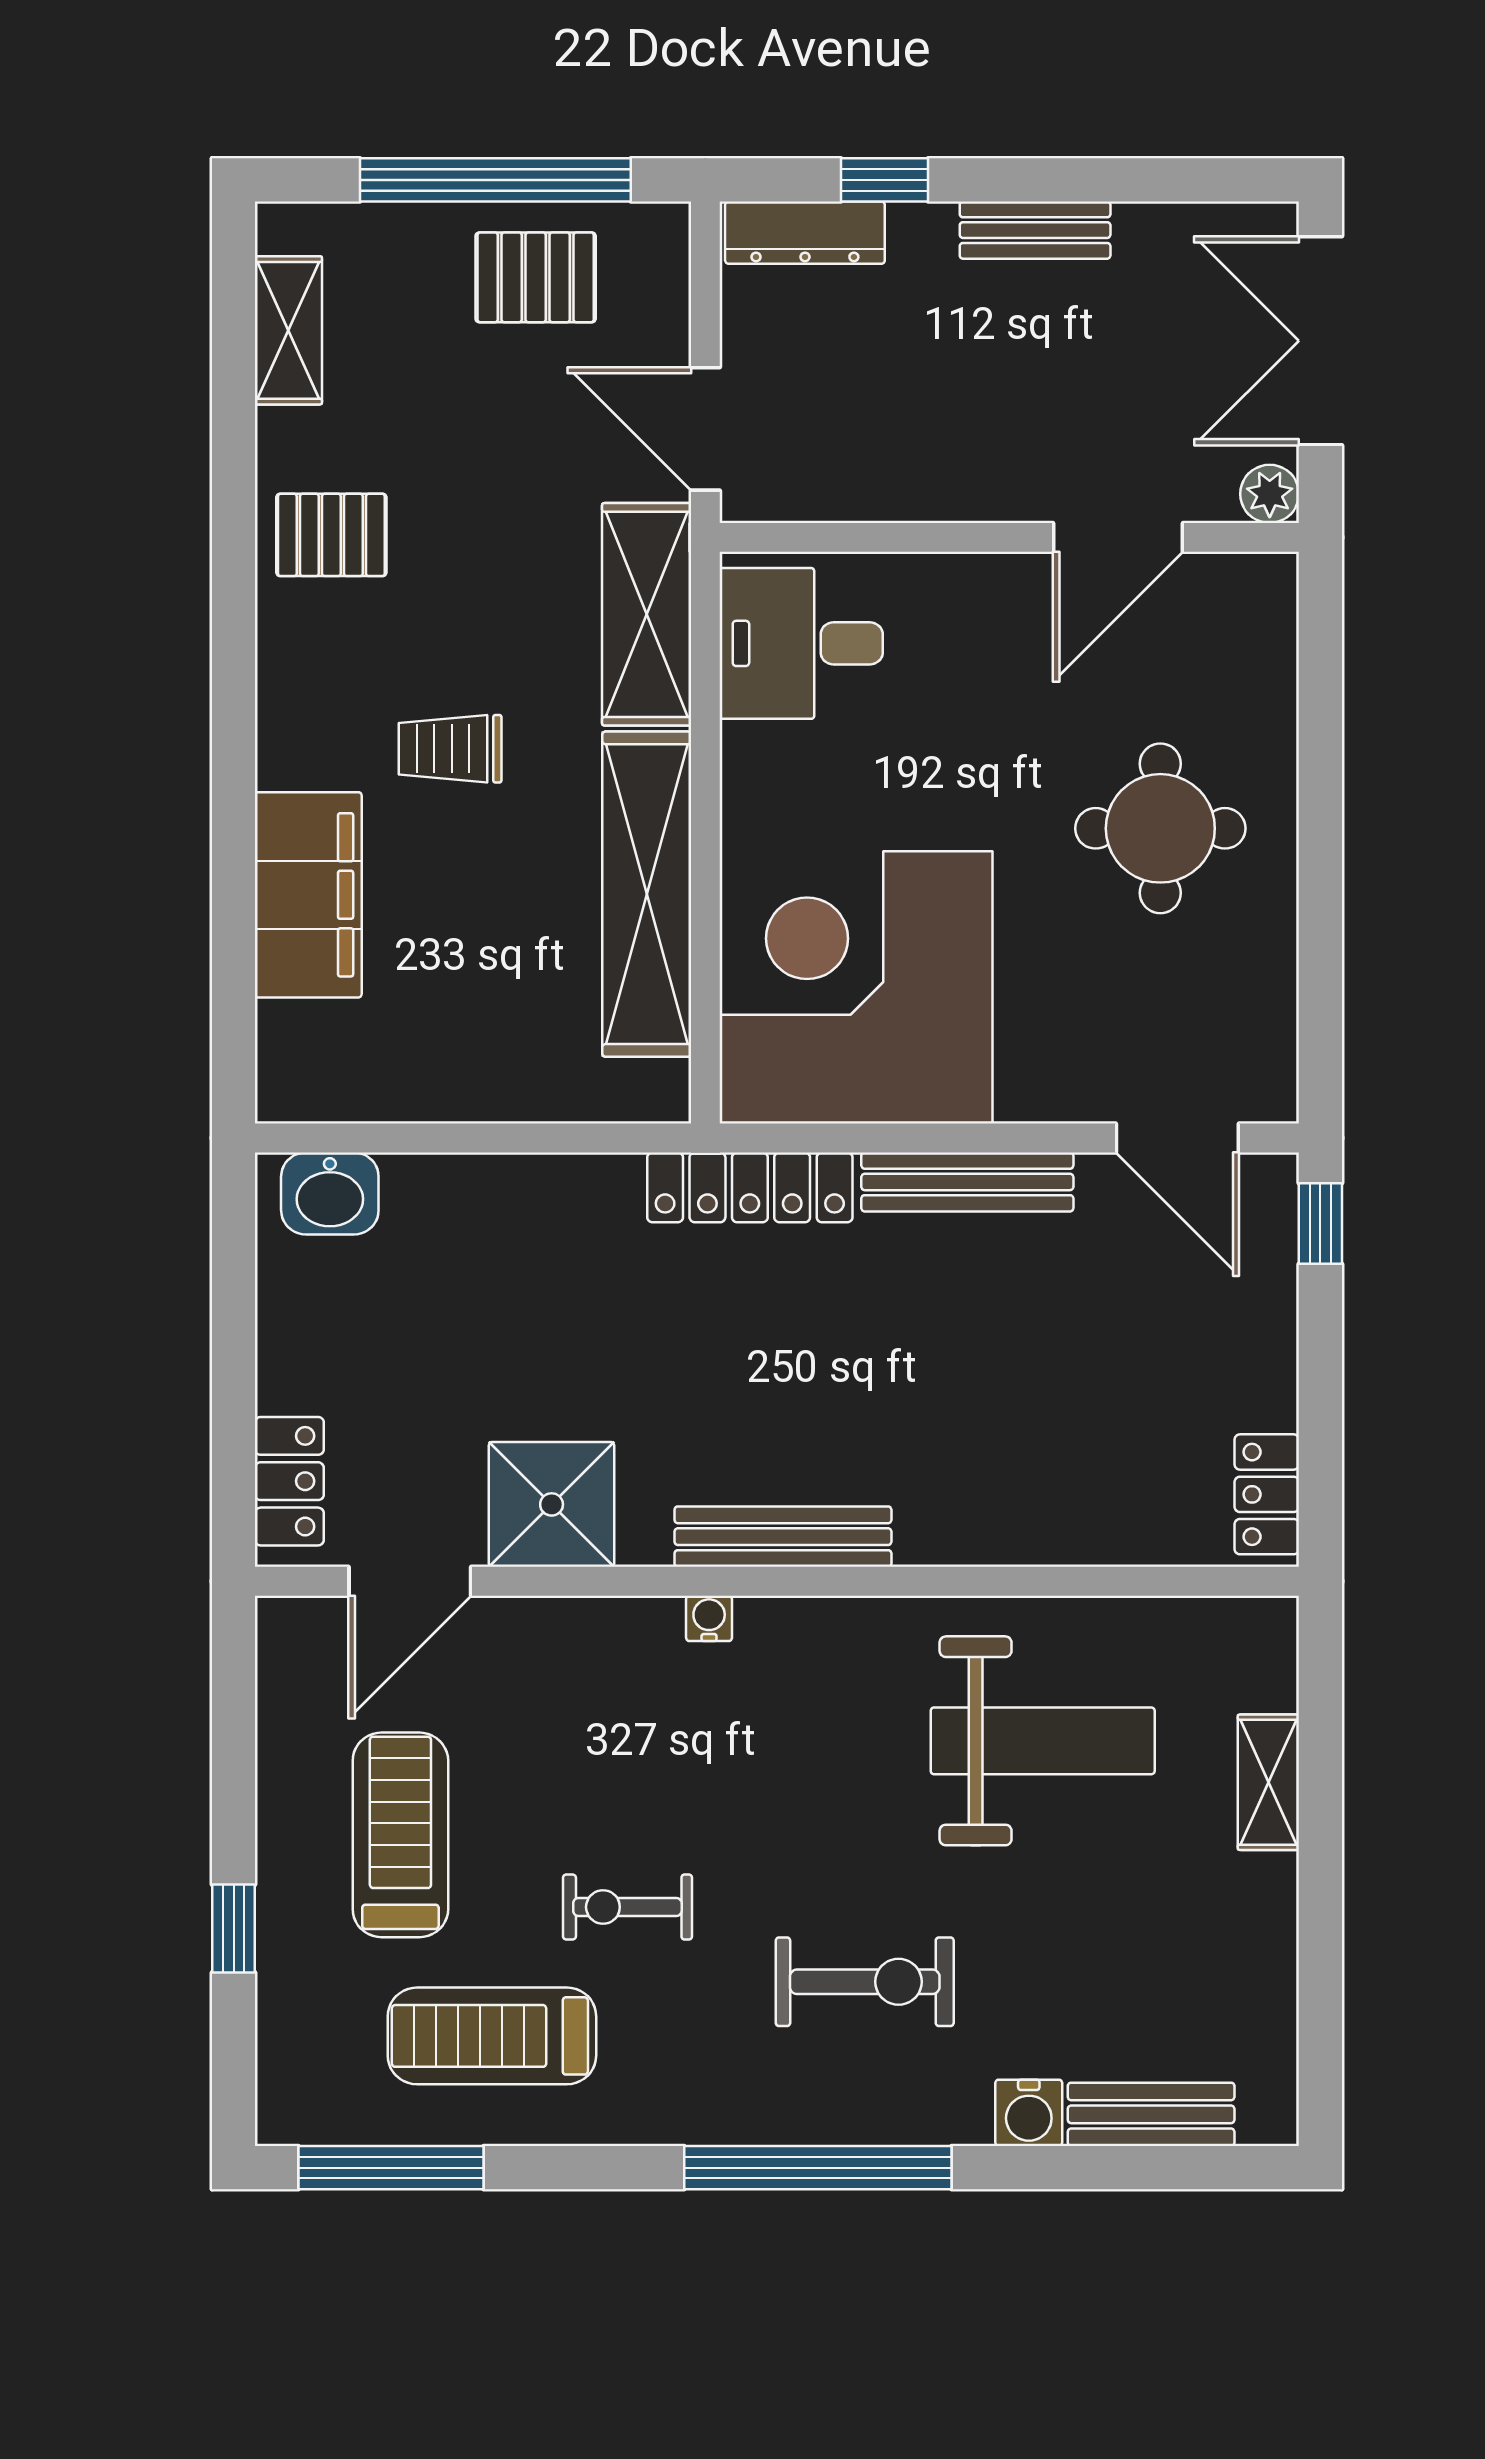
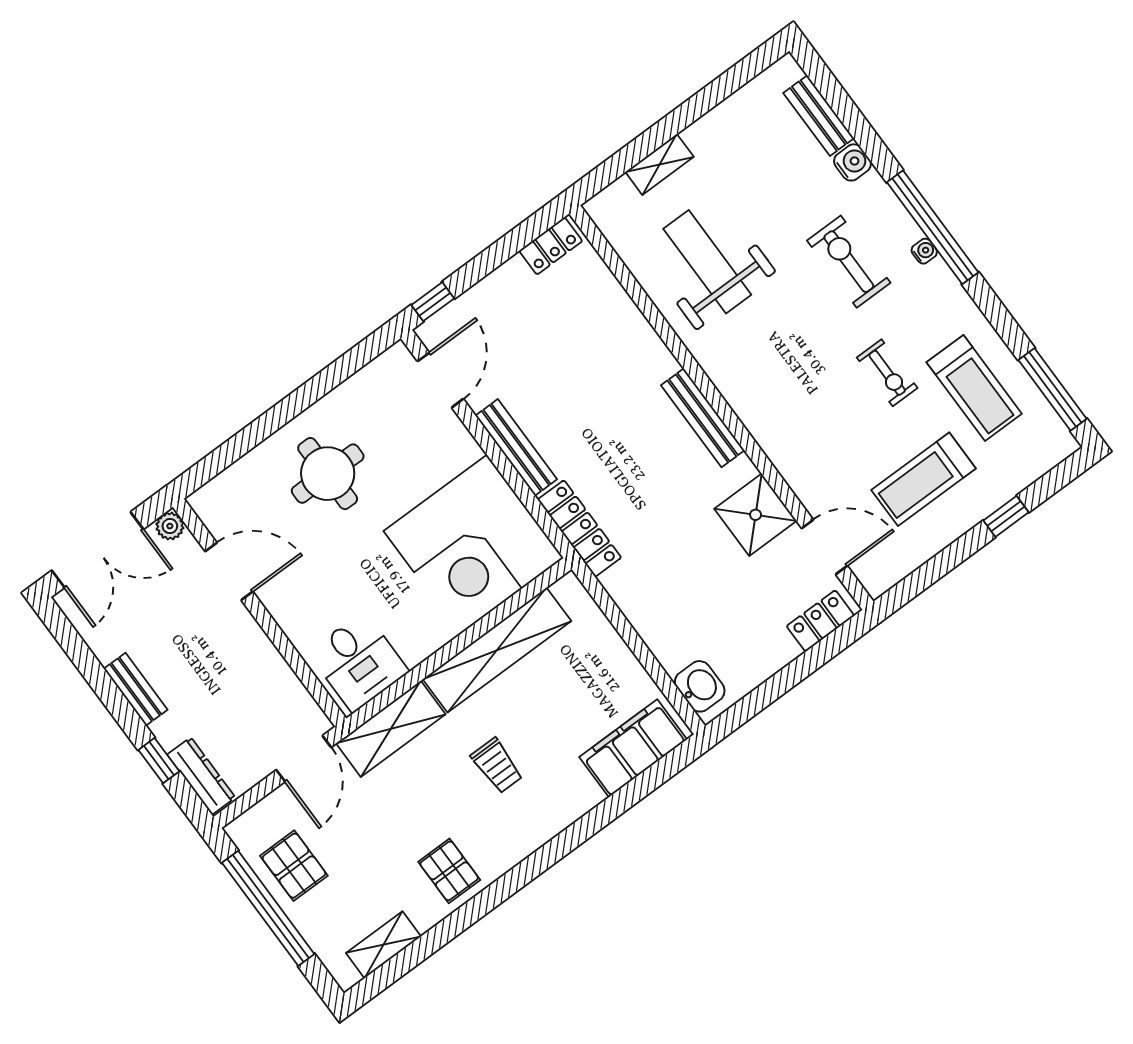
filing cabinet: (308, 895) -> (633, 748), moved
water cooler: (709, 1618) -> (924, 251), moved, turned 180

